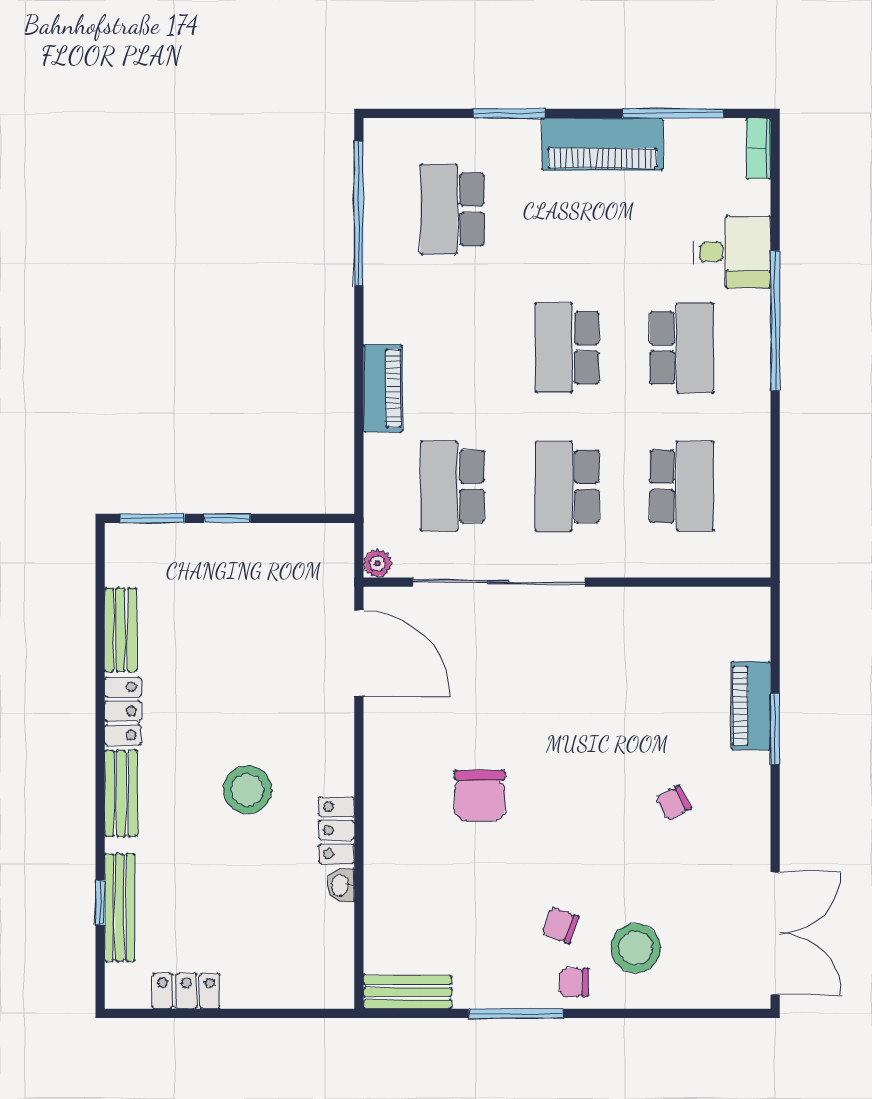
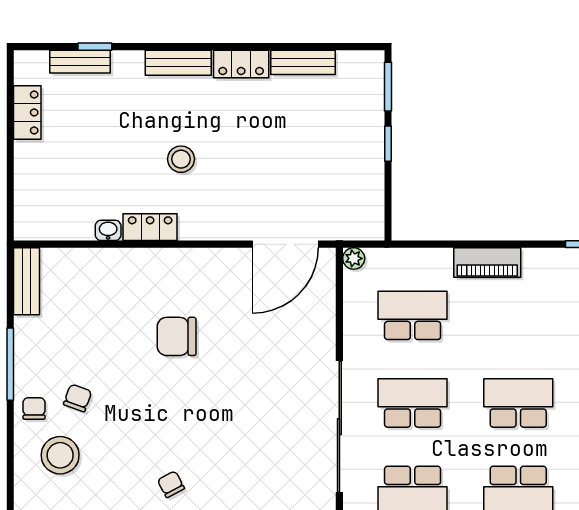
sliding door: (499, 582) -> (339, 427), moved
stool: (247, 790) -> (181, 159), width x0.73, depth x0.73
bench: (120, 908) -> (80, 62), width x0.73

